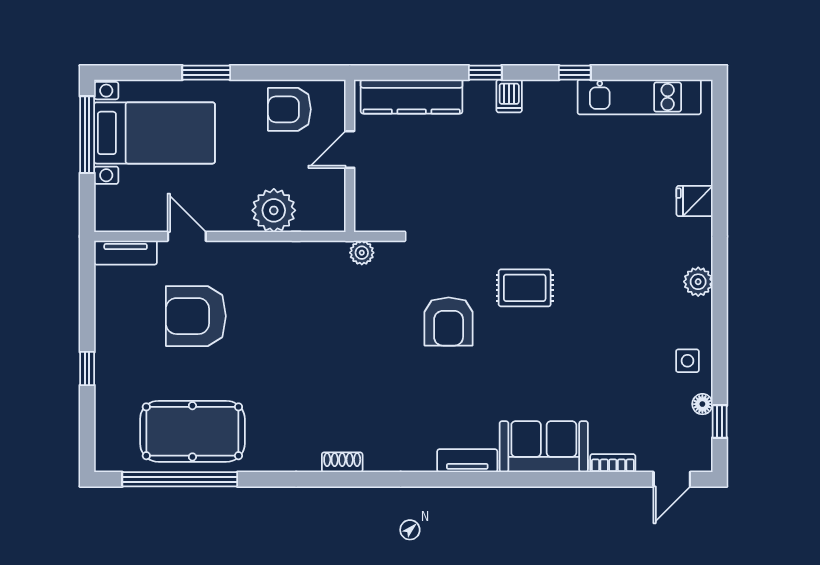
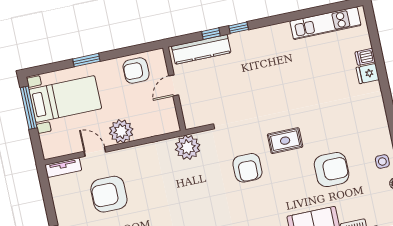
window: (575, 73) -> (211, 34), moved
dishwasher: (509, 96) -> (365, 57), moved, turned 90
plant: (274, 210) -> (121, 131), moved
plant: (362, 253) -> (188, 147), width x1.88, depth x1.88
plant: (698, 282) -> (379, 117), removed
armchair: (595, 356) -> (332, 170), added

